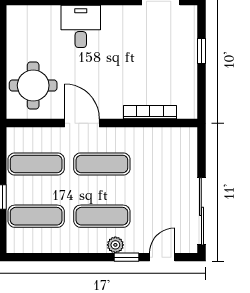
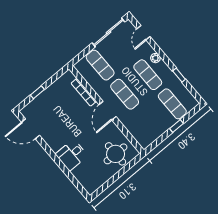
door: (82, 123) -> (107, 111), moved
exercise mat: (36, 164) -> (100, 65), moved
window: (126, 257) -> (179, 75), moved
door: (162, 257) -> (143, 33), hinge flipped

